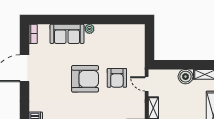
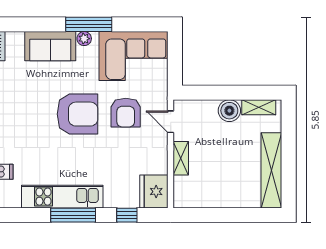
window: (92, 20) -> (89, 24), added
corner sofa: (122, 40) -> (133, 56), added

